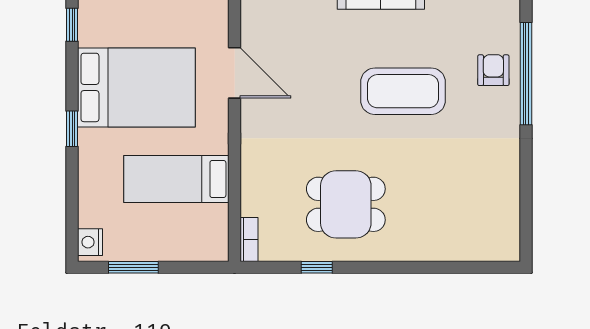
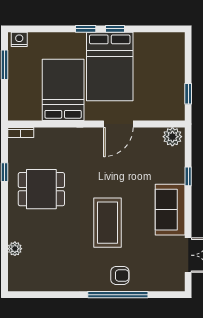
window: (72, 25) -> (115, 29), moved
bed: (176, 179) -> (63, 90), width x1.50
dining table: (346, 204) -> (41, 189), turned 90
plant: (448, 250) -> (15, 249), added

